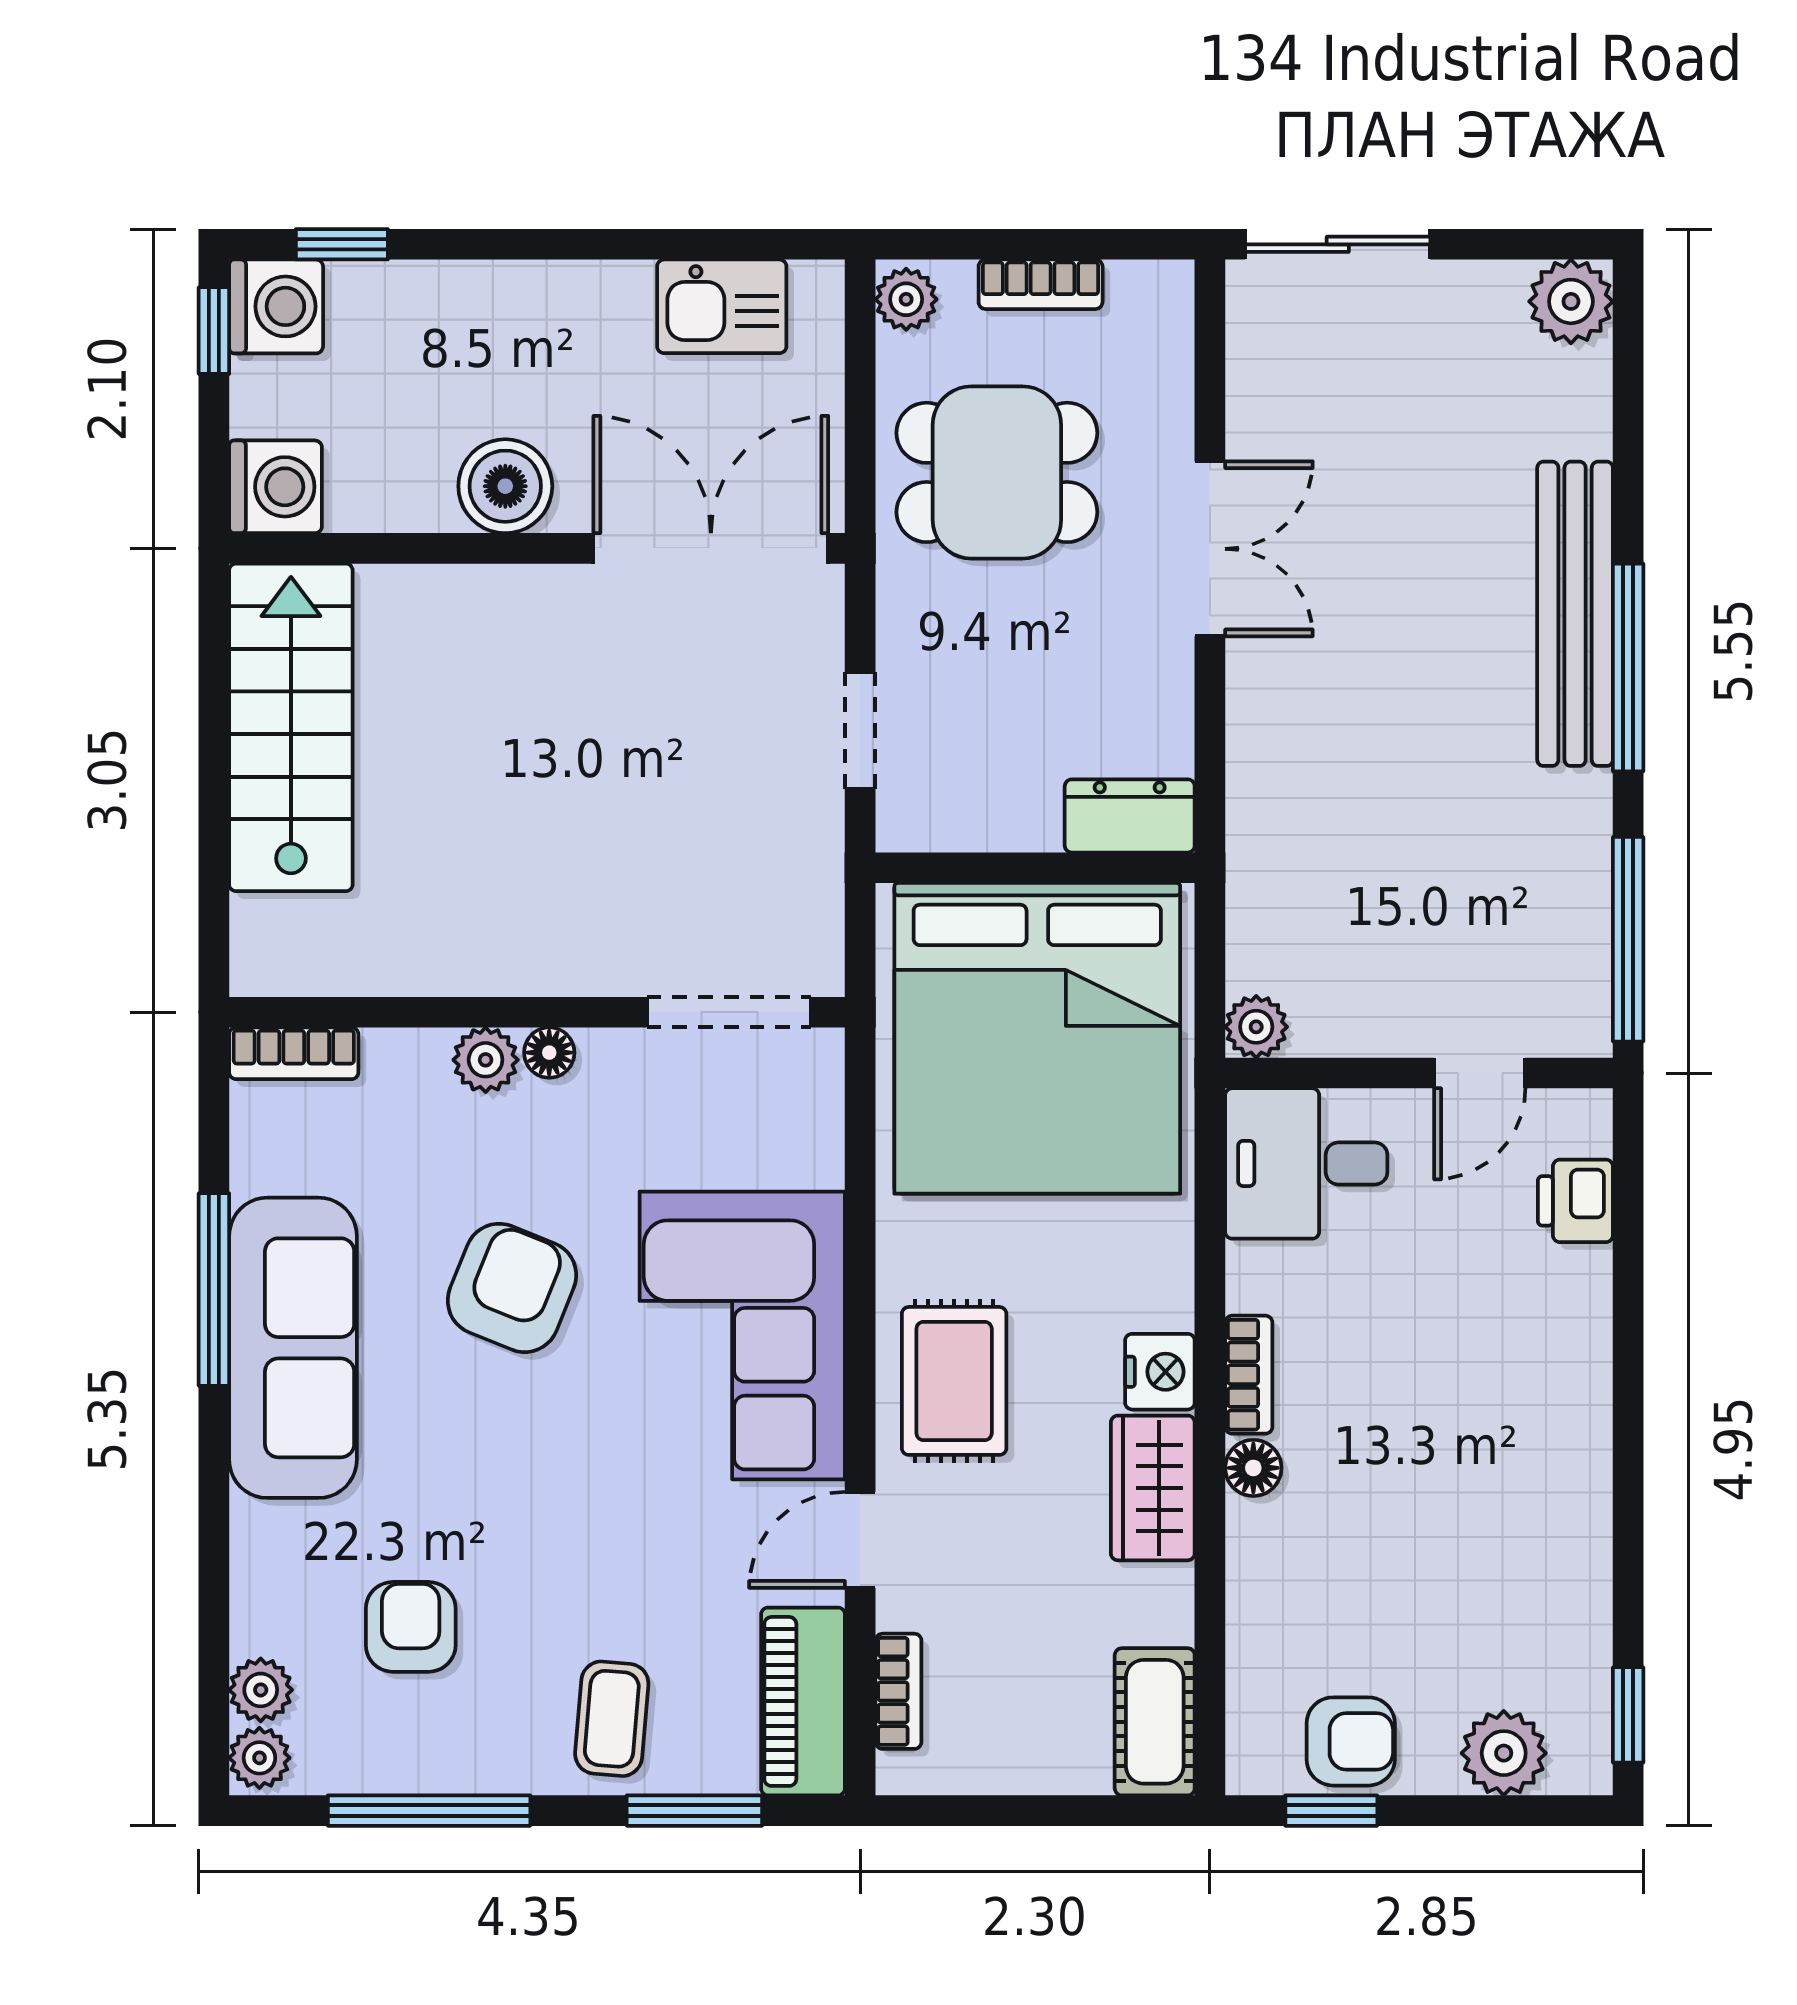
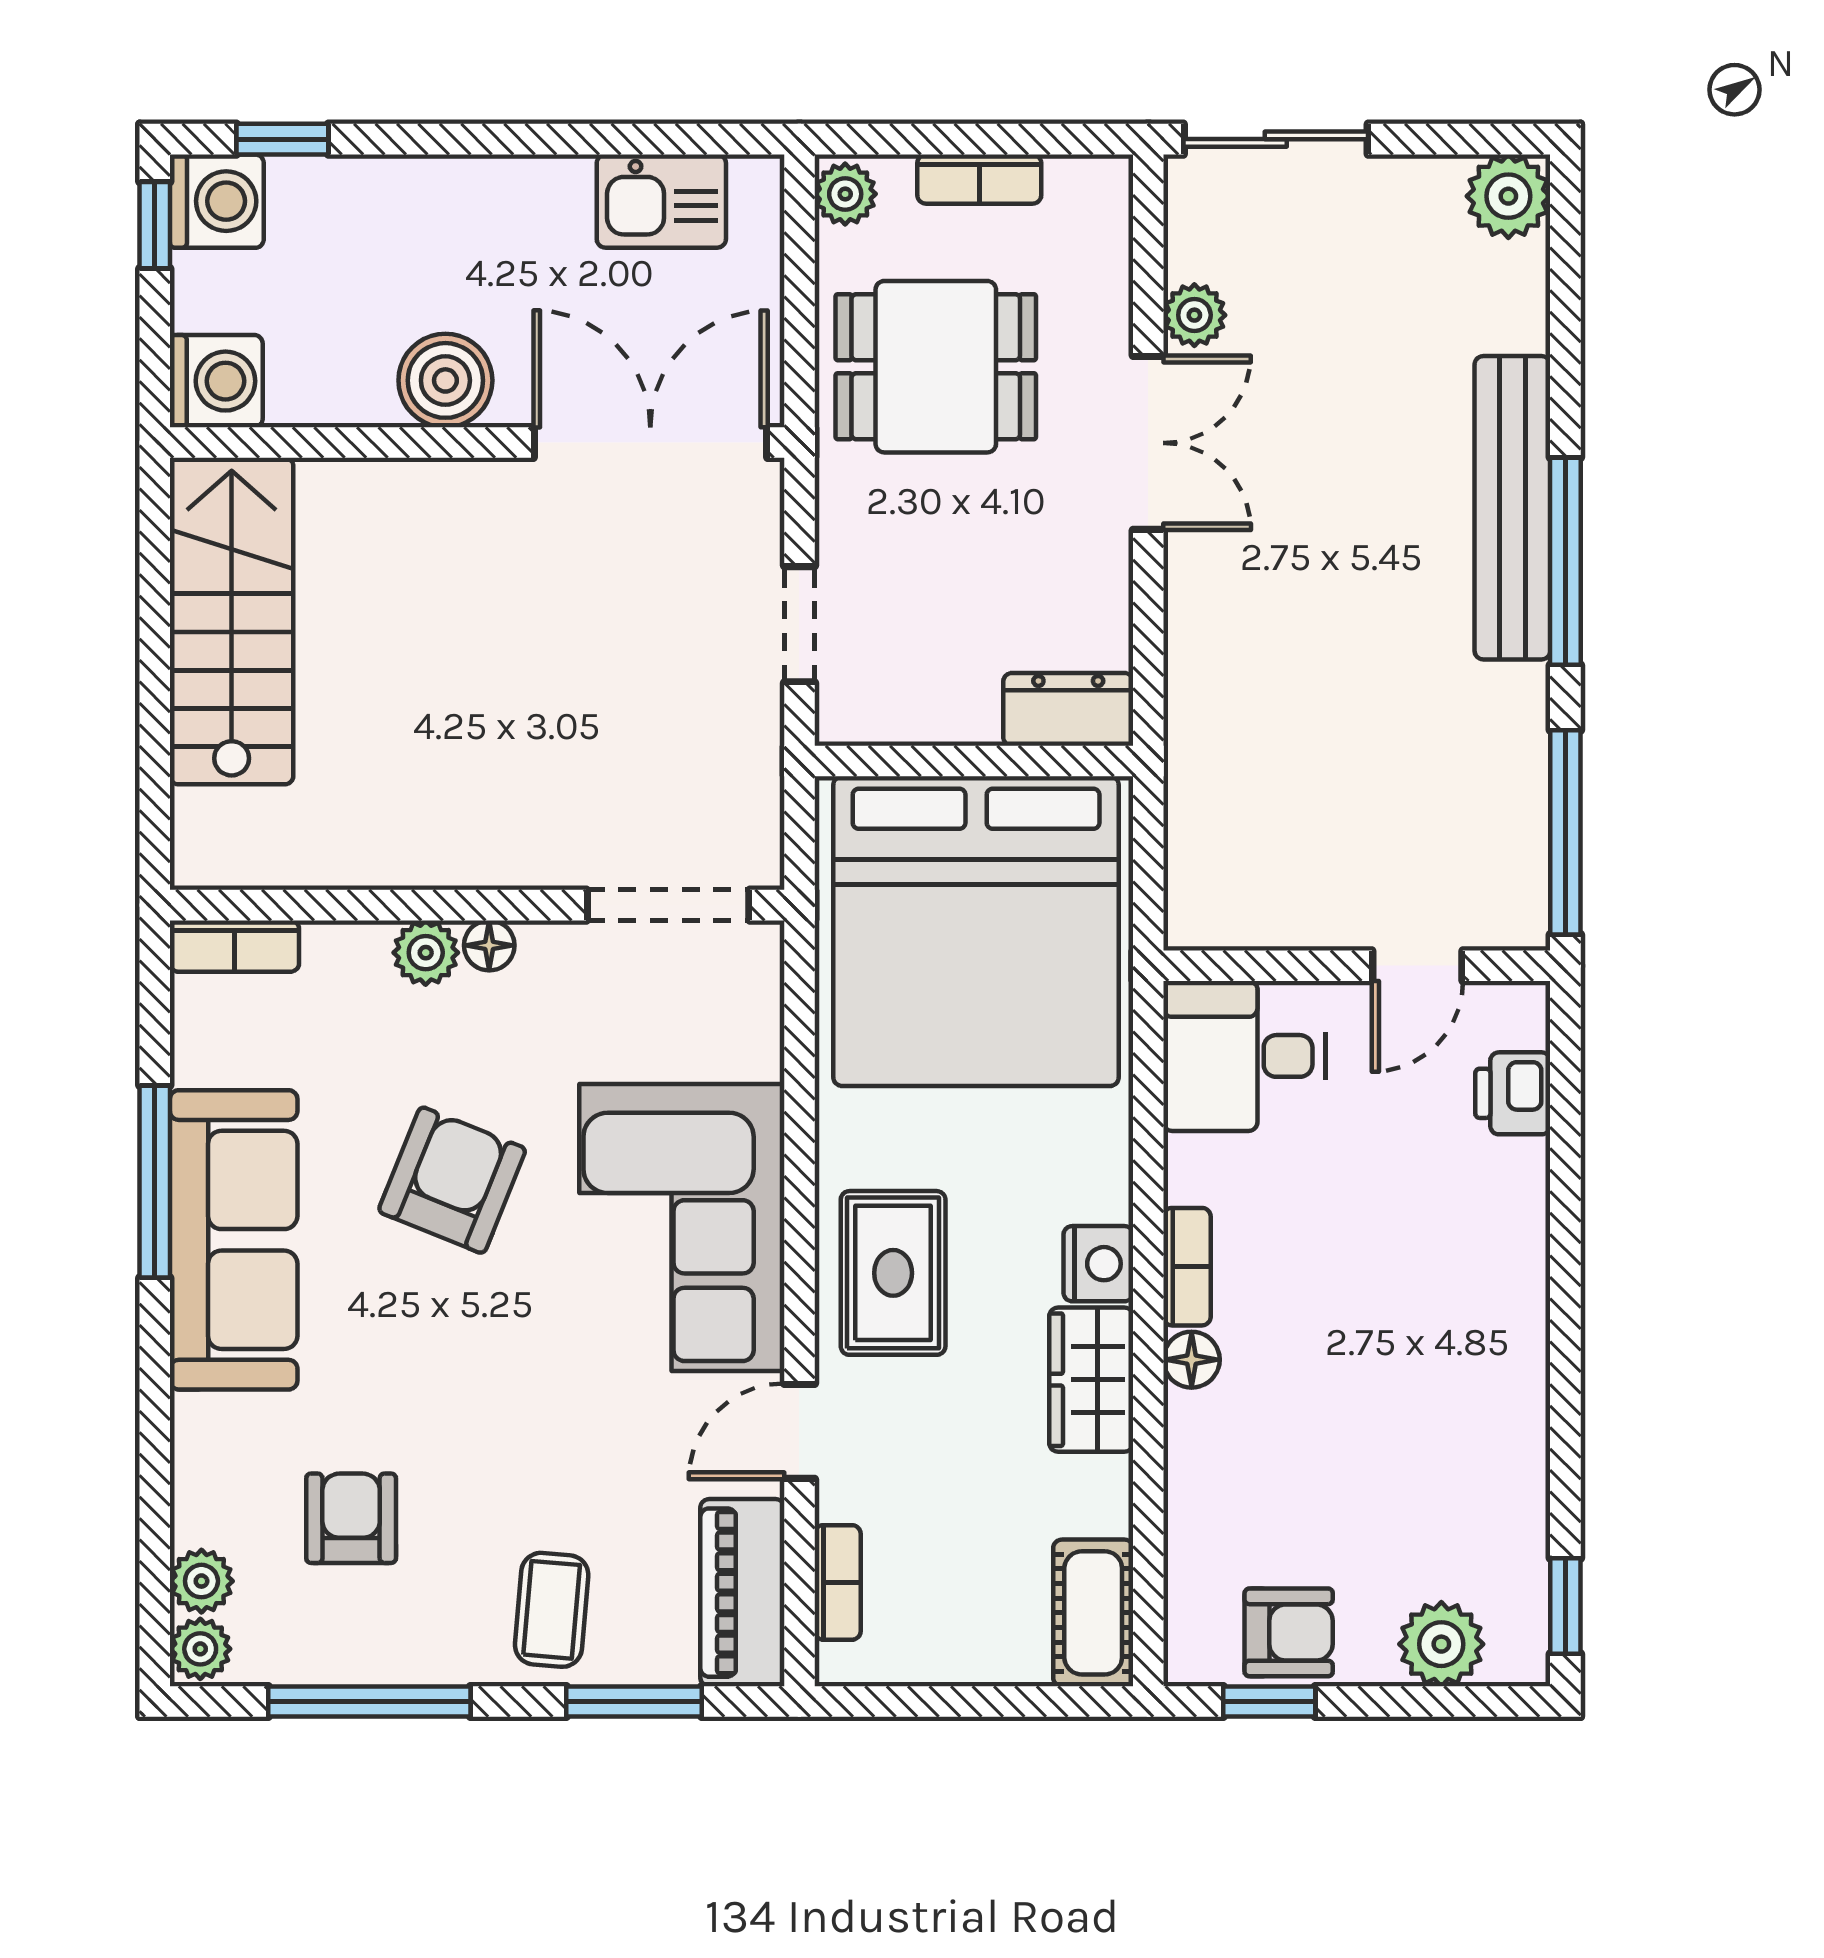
plant: (1256, 1027) -> (1194, 315), moved

